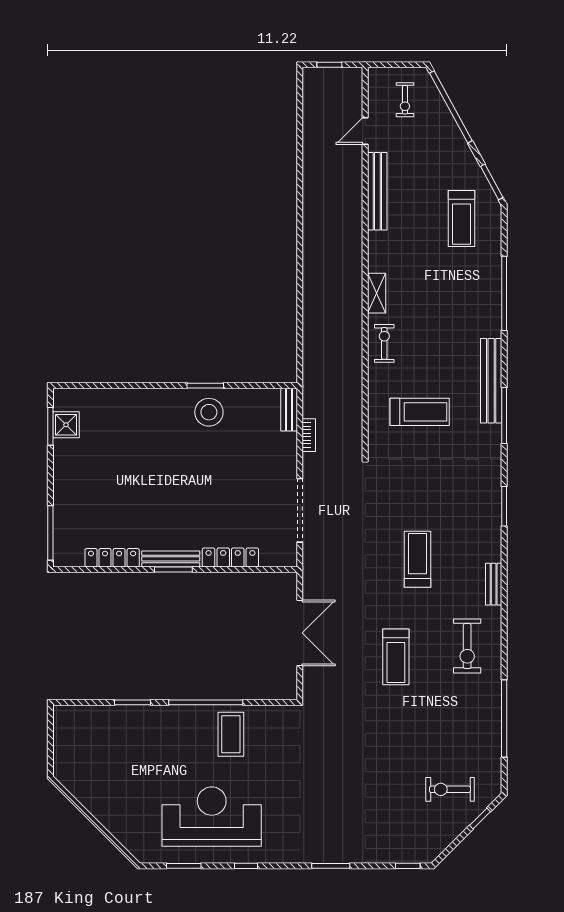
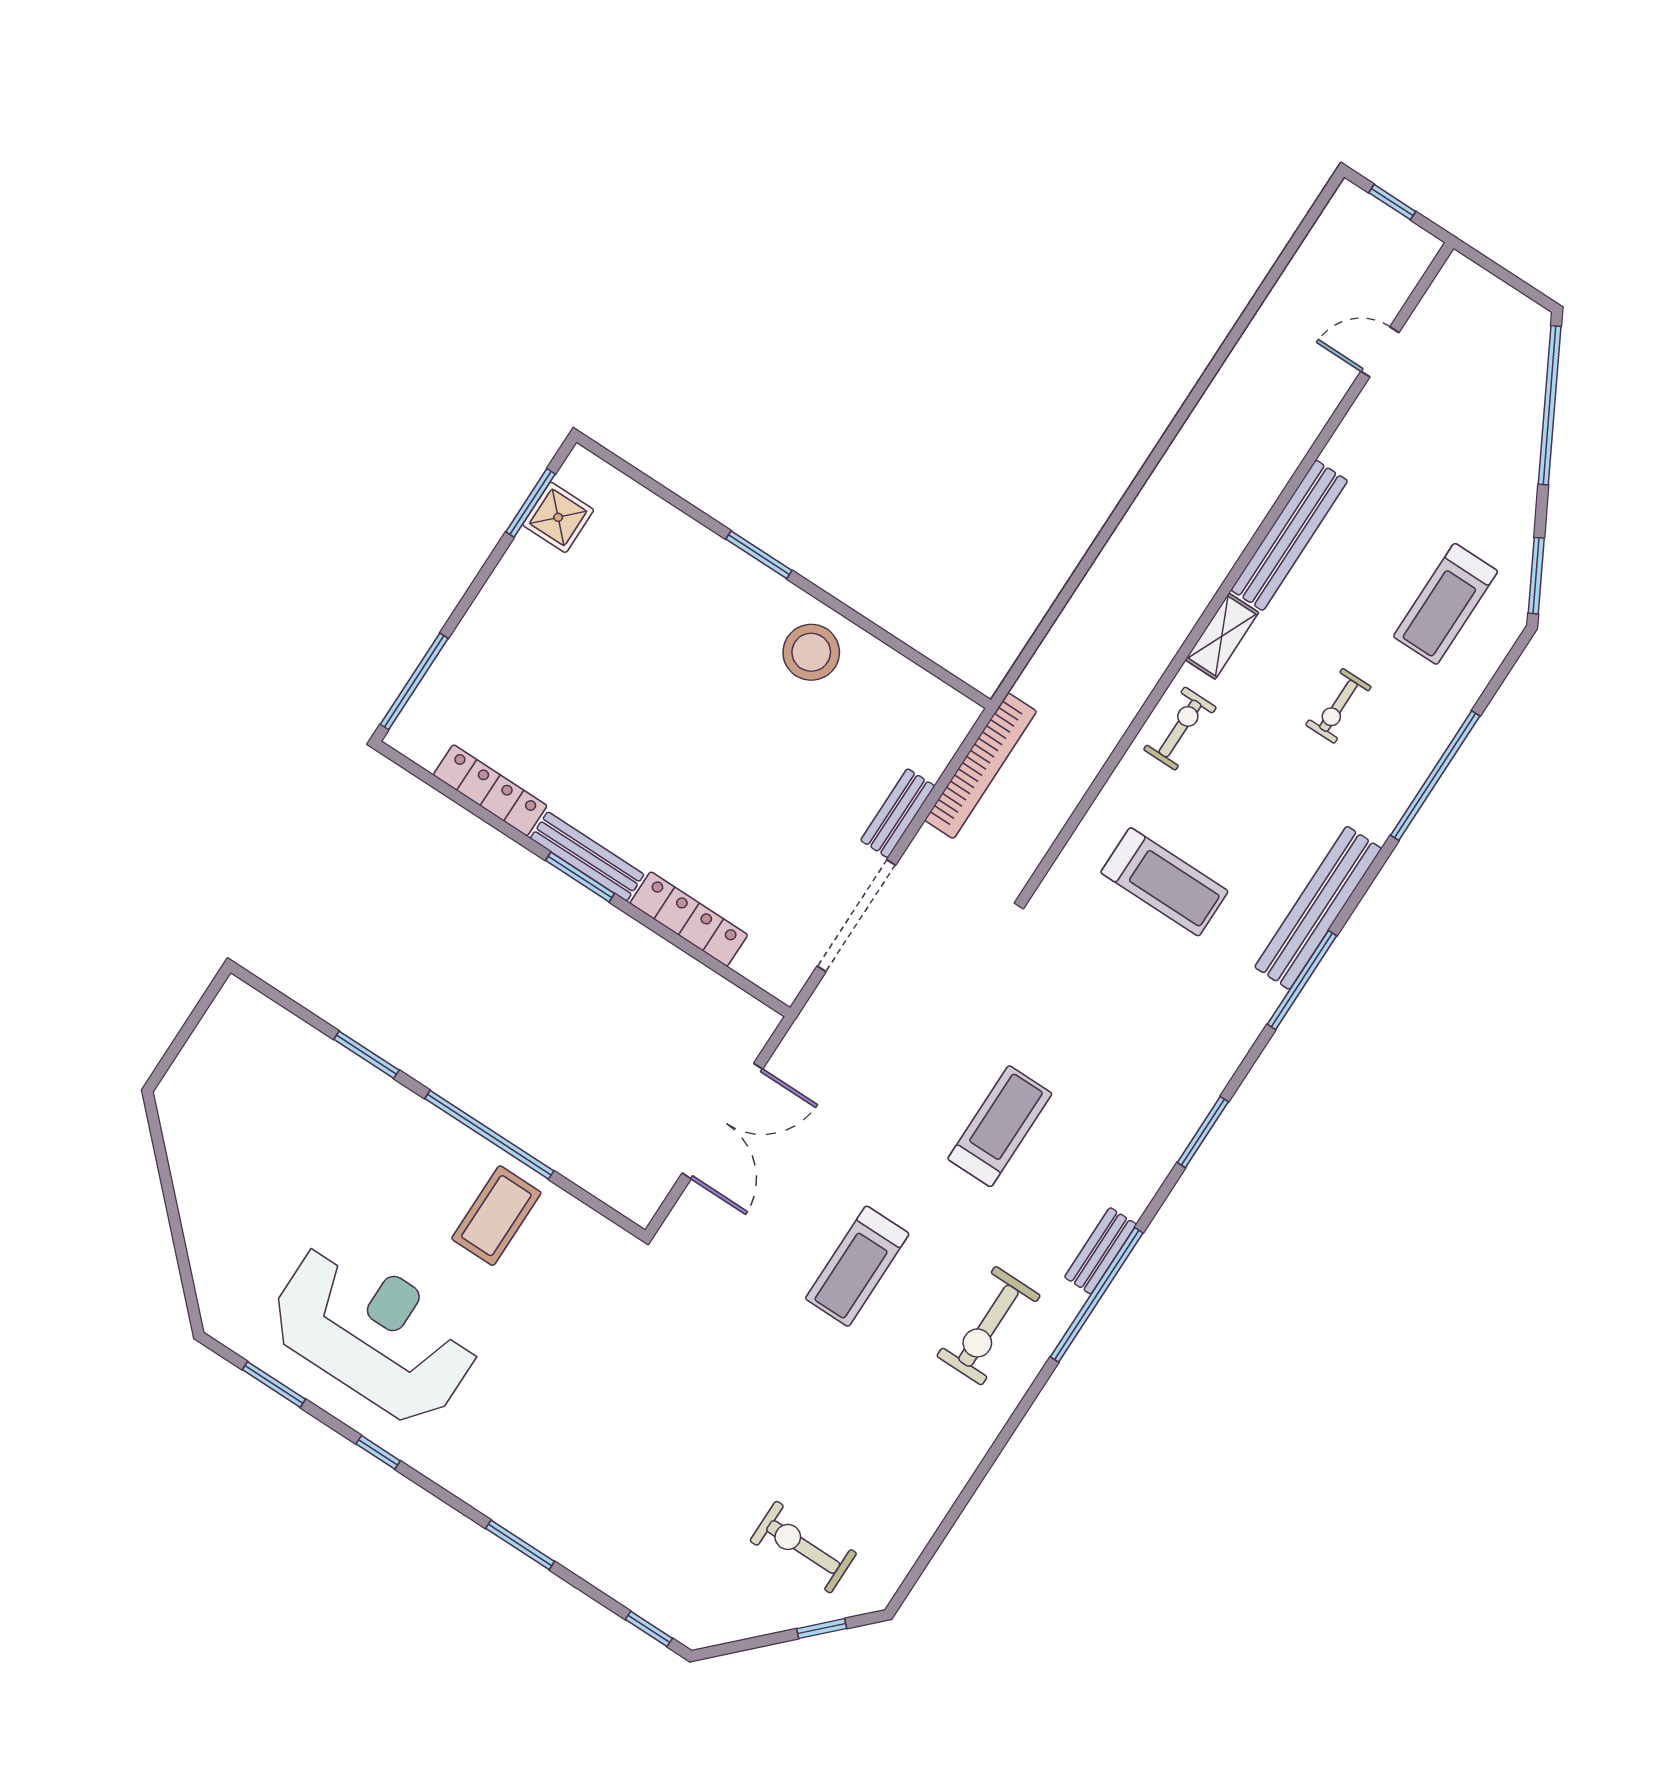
exercise bike: (405, 100) -> (1338, 706), moved
bench: (377, 191) -> (1289, 535), moved
window: (205, 386) -> (759, 555), moved
bench: (289, 410) -> (898, 813), moved
bookcase: (309, 435) -> (981, 766), width x2.31, depth x1.31
window: (504, 719) -> (1097, 1295), moved

